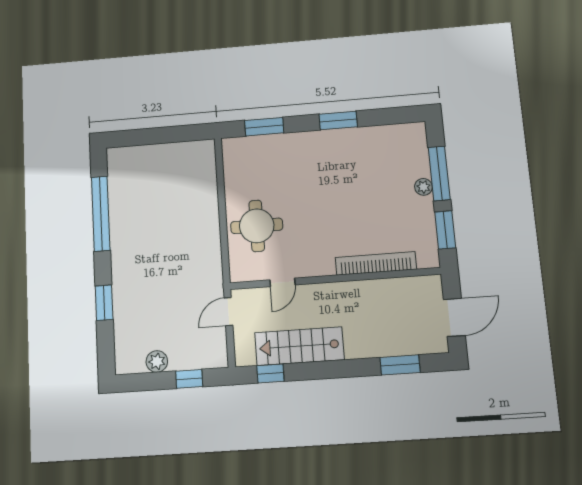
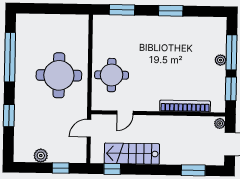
round table: (176, 234) -> (59, 75), added
plant: (434, 286) -> (220, 123), added

